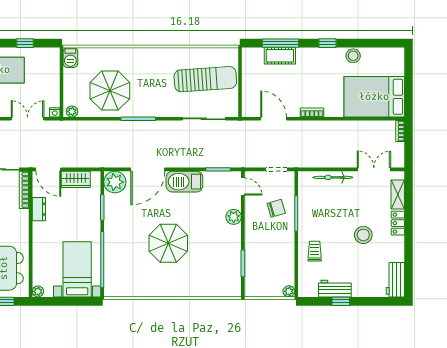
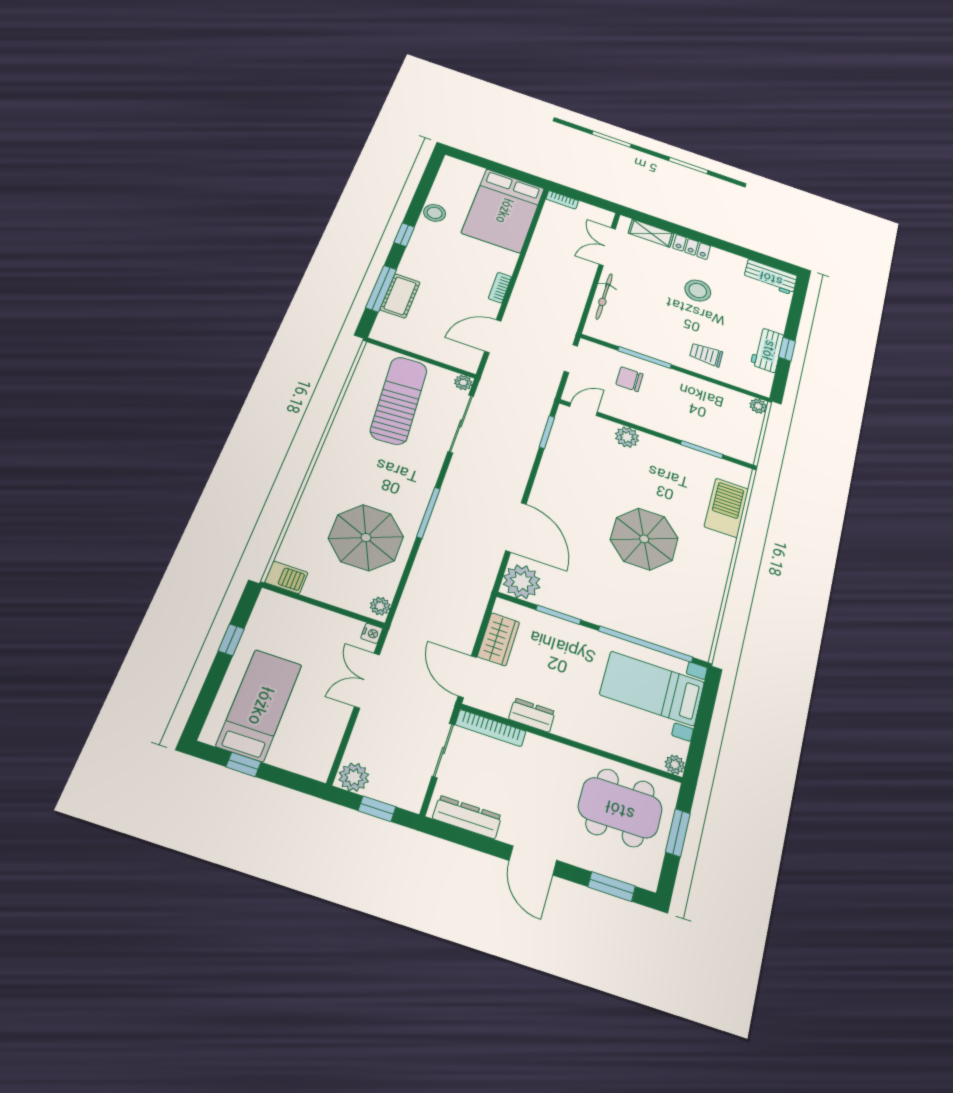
plant: (233, 112) -> (463, 383), added
door: (48, 169) -> (467, 677), swing flipped
barbecue: (184, 182) -> (726, 508), moved, turned 180
chair: (276, 208) -> (630, 379), turned -74

